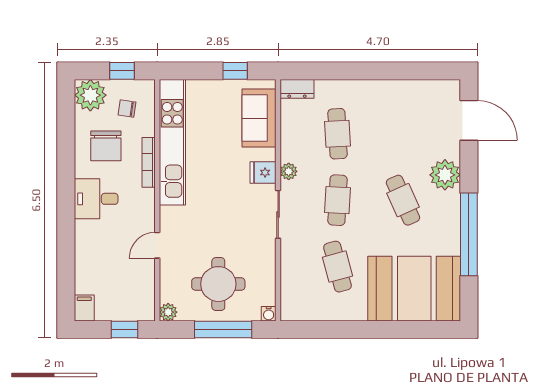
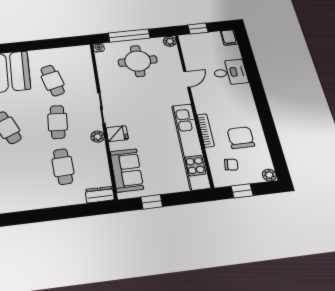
plant: (90, 95) -> (269, 175), width x0.53, depth x0.53
desk: (96, 199) -> (230, 72), moved

